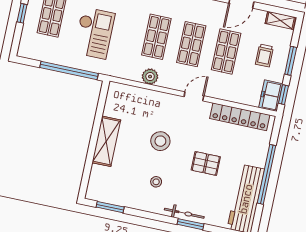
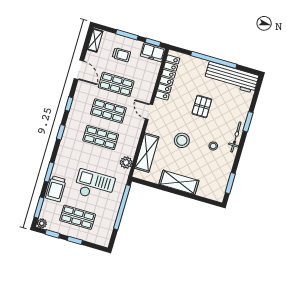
plant: (150, 77) -> (126, 162), moved
shelving: (141, 97) -> (147, 153), added
bicycle: (184, 213) -> (236, 137), moved

